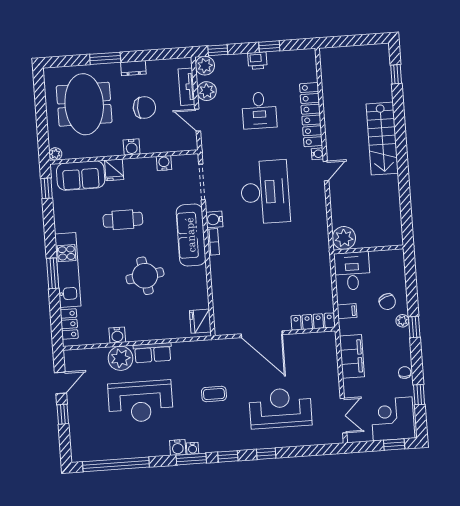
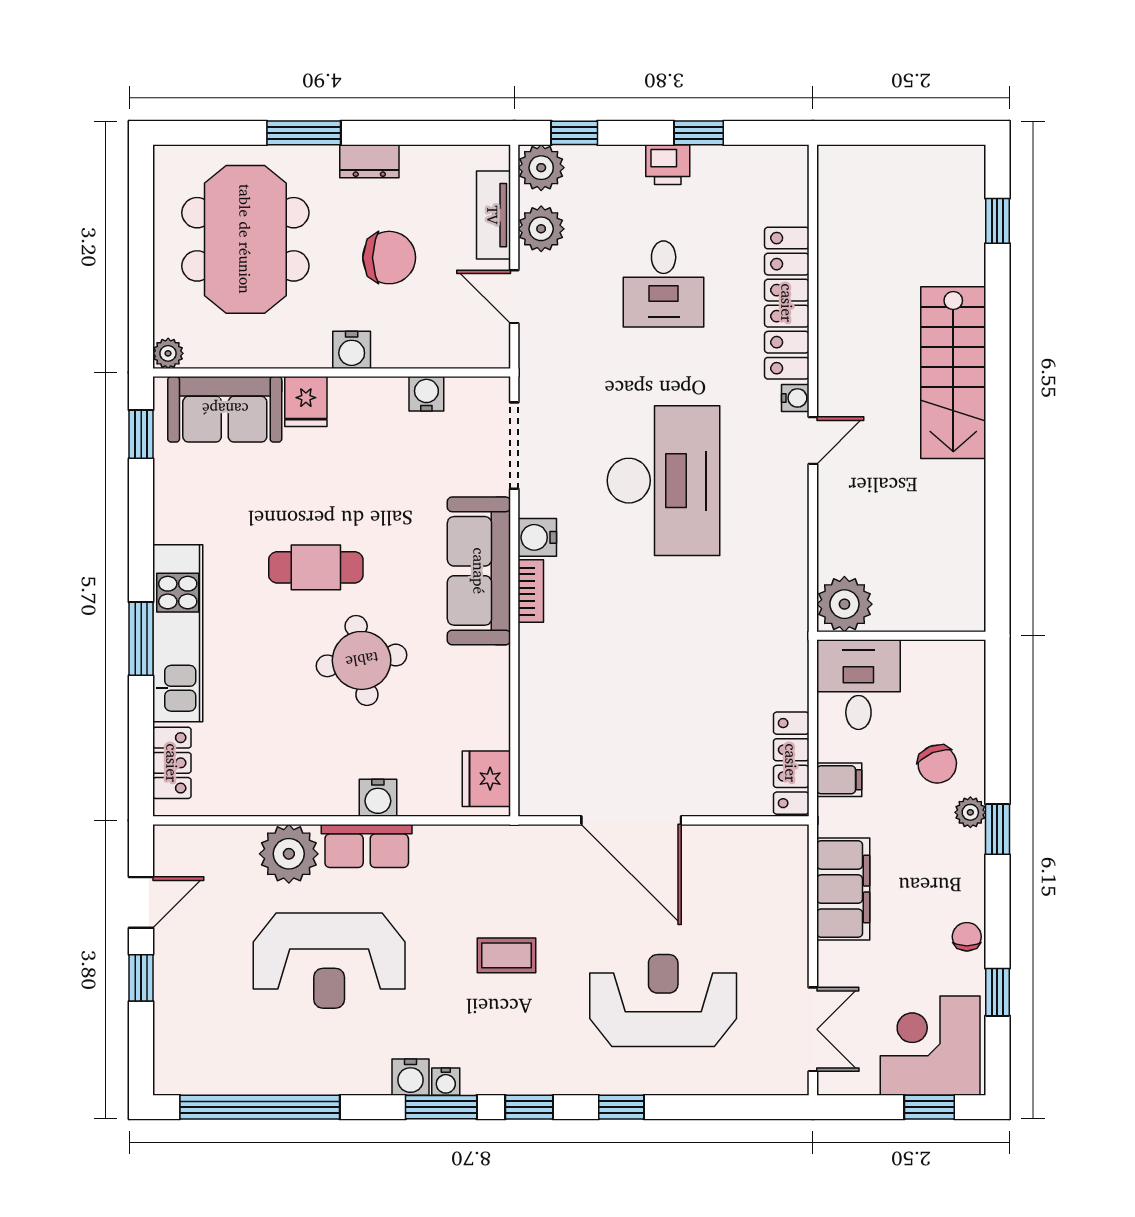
cafe table: (123, 220) -> (316, 567), moved
locker: (313, 322) -> (791, 763), moved, turned -90
water cooler: (117, 335) -> (378, 798), moved

